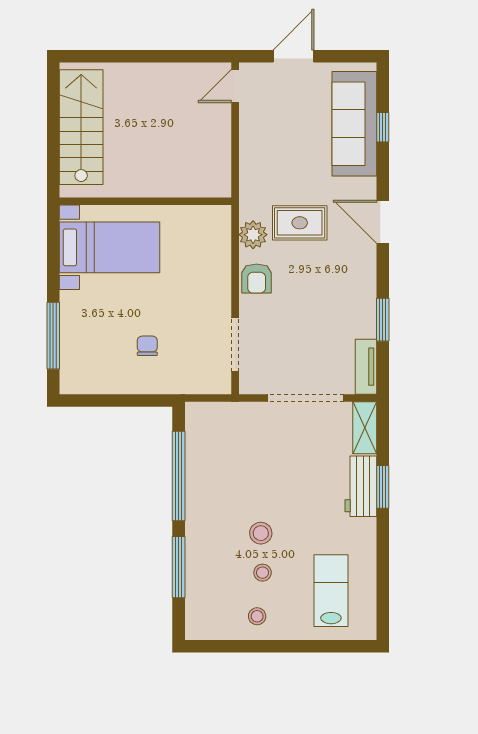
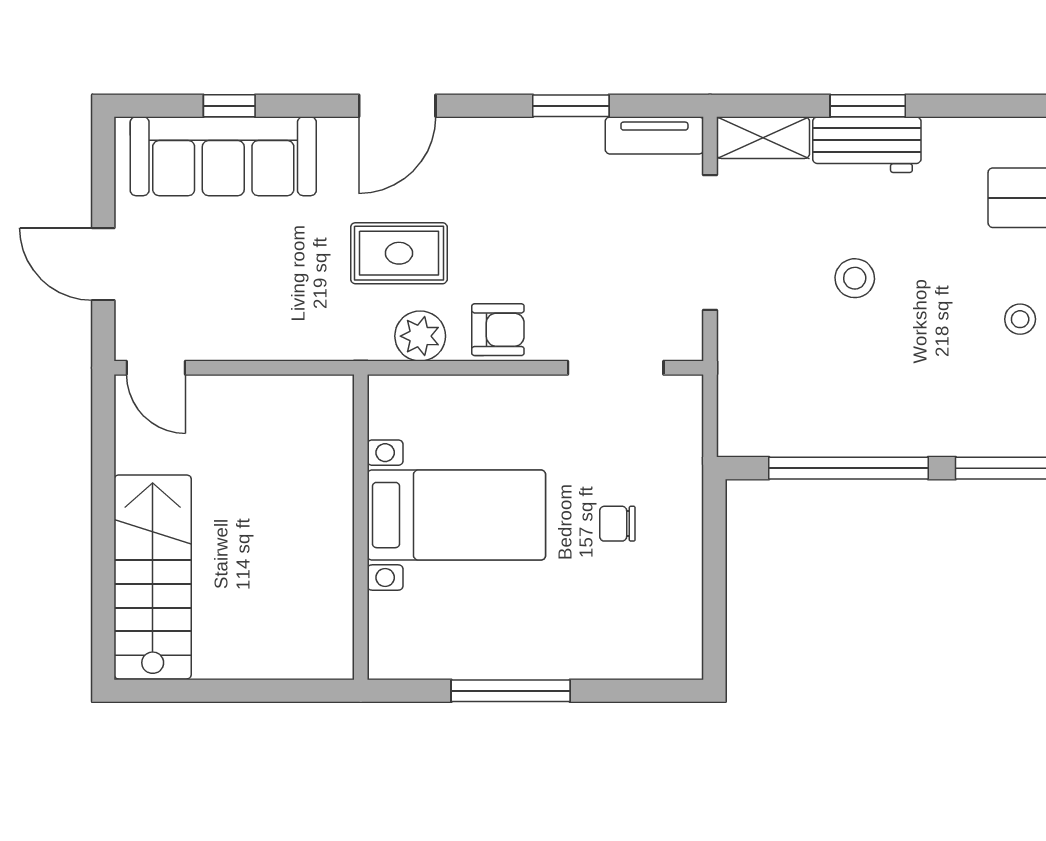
stairs: (81, 127) -> (153, 577), moved, turned 90
rug: (300, 223) -> (399, 253), turned 90
bed with nightstands: (110, 247) -> (456, 515), moved, turned 90
window: (53, 336) -> (511, 691), moved
stool: (261, 533) -> (855, 278), moved

